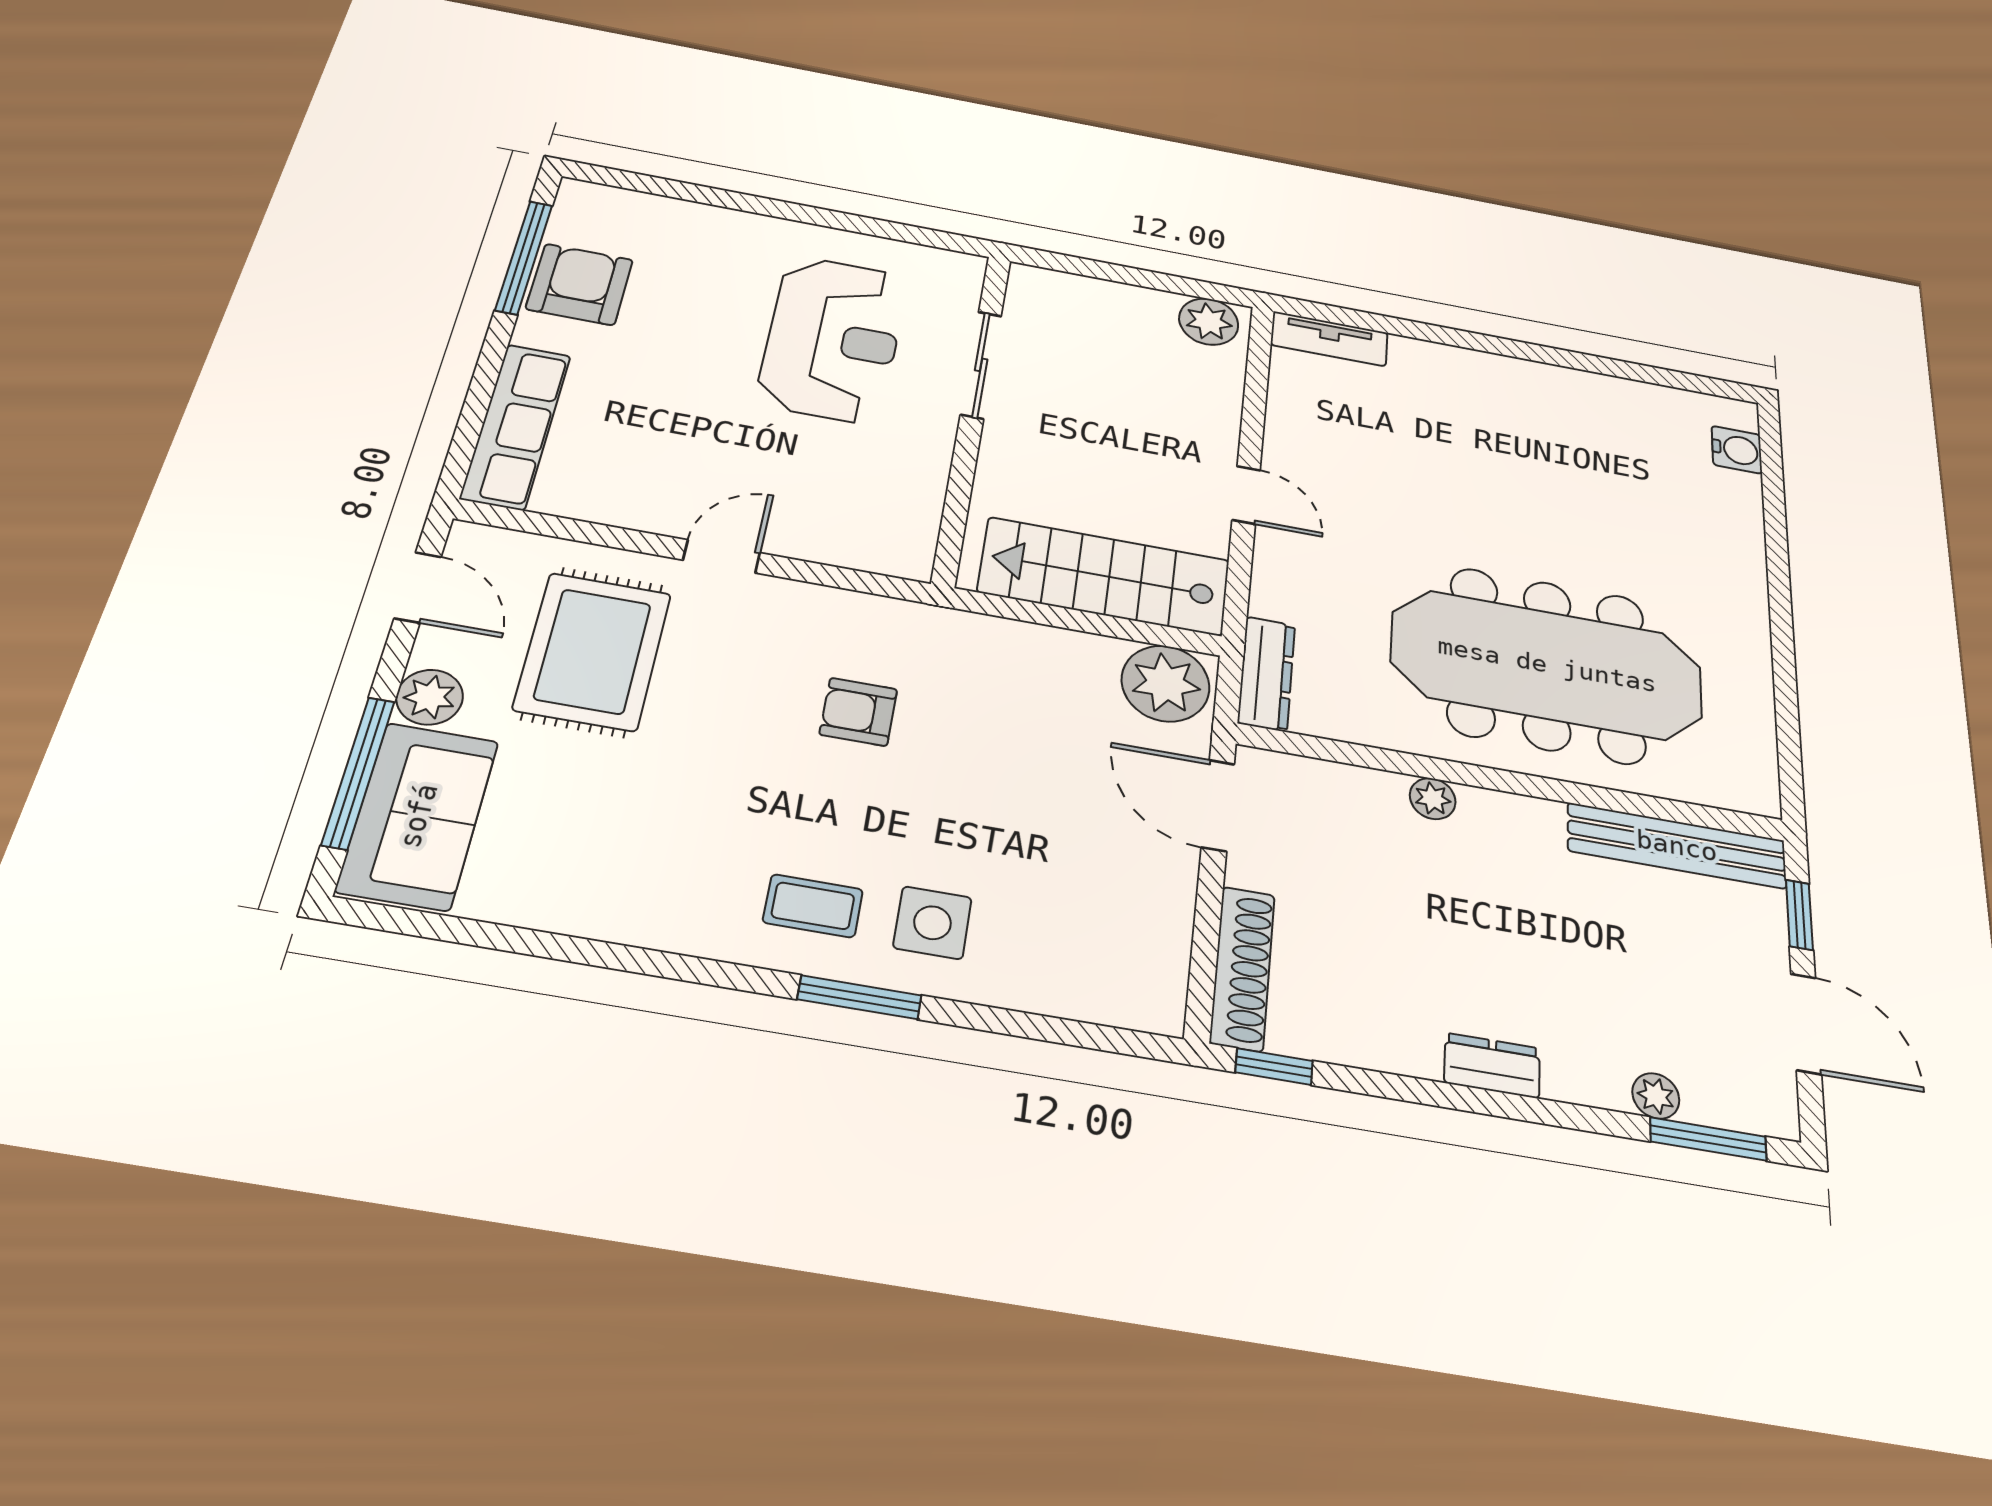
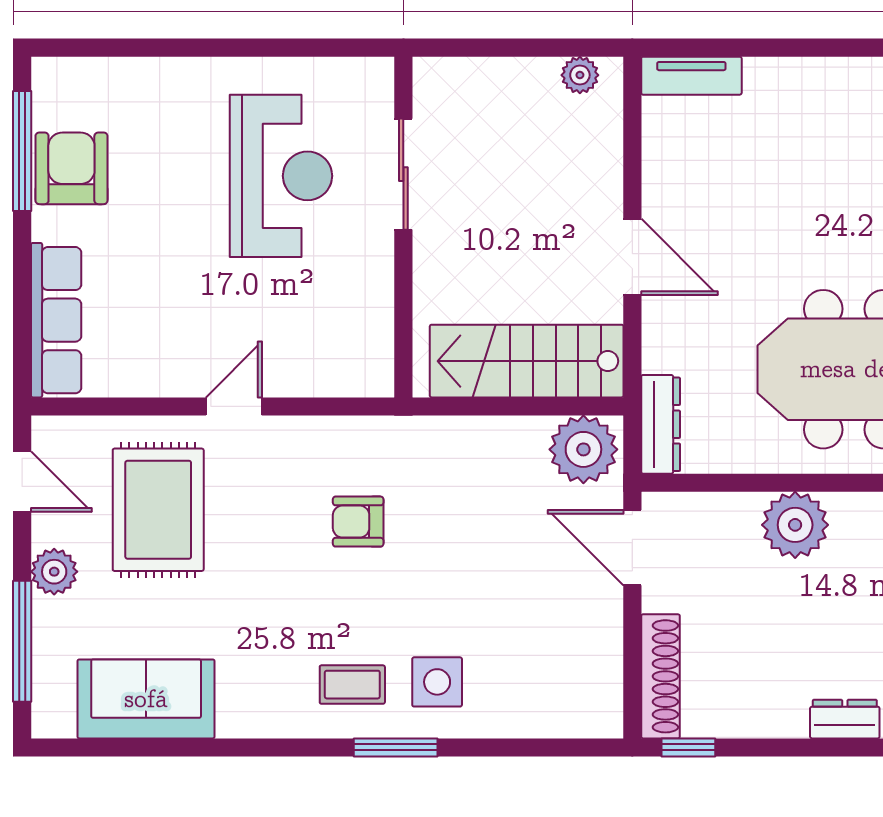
plant: (1209, 322) -> (580, 75), width x0.73, depth x0.73
door: (1246, 495) -> (632, 257), width x1.37
plant: (1433, 799) -> (795, 525), width x1.87, depth x1.87
sofa: (418, 816) -> (146, 699), moved, turned -90

